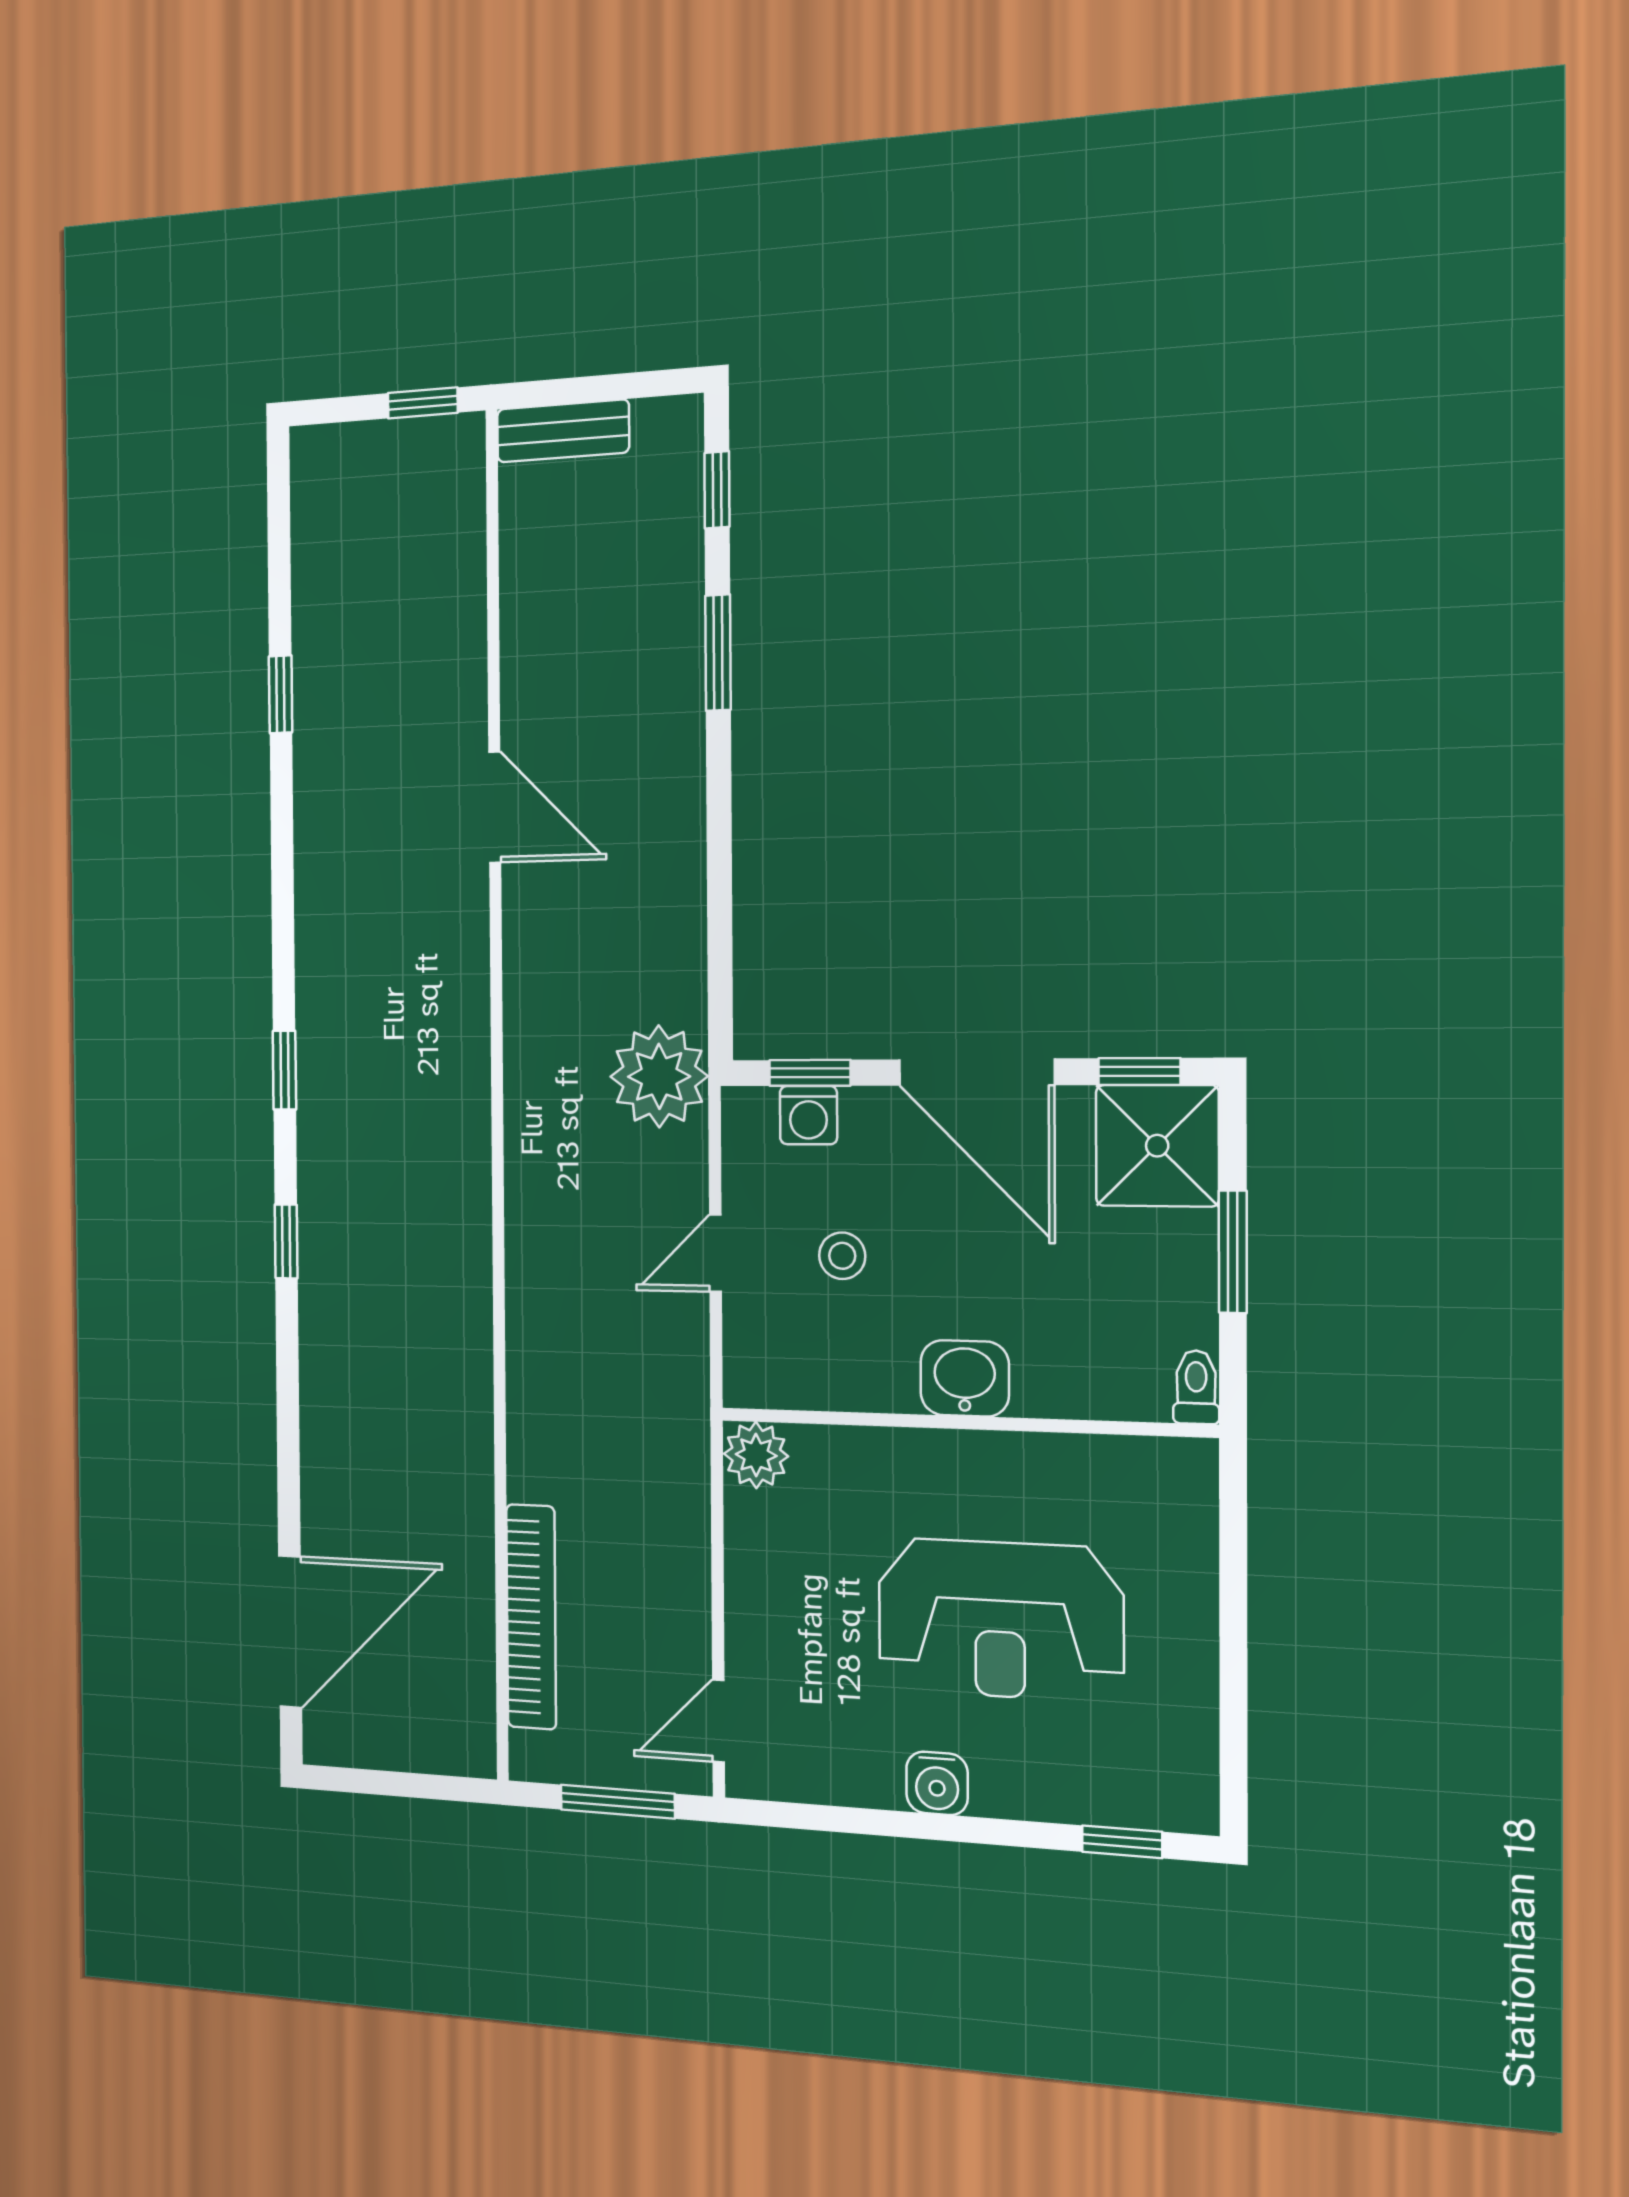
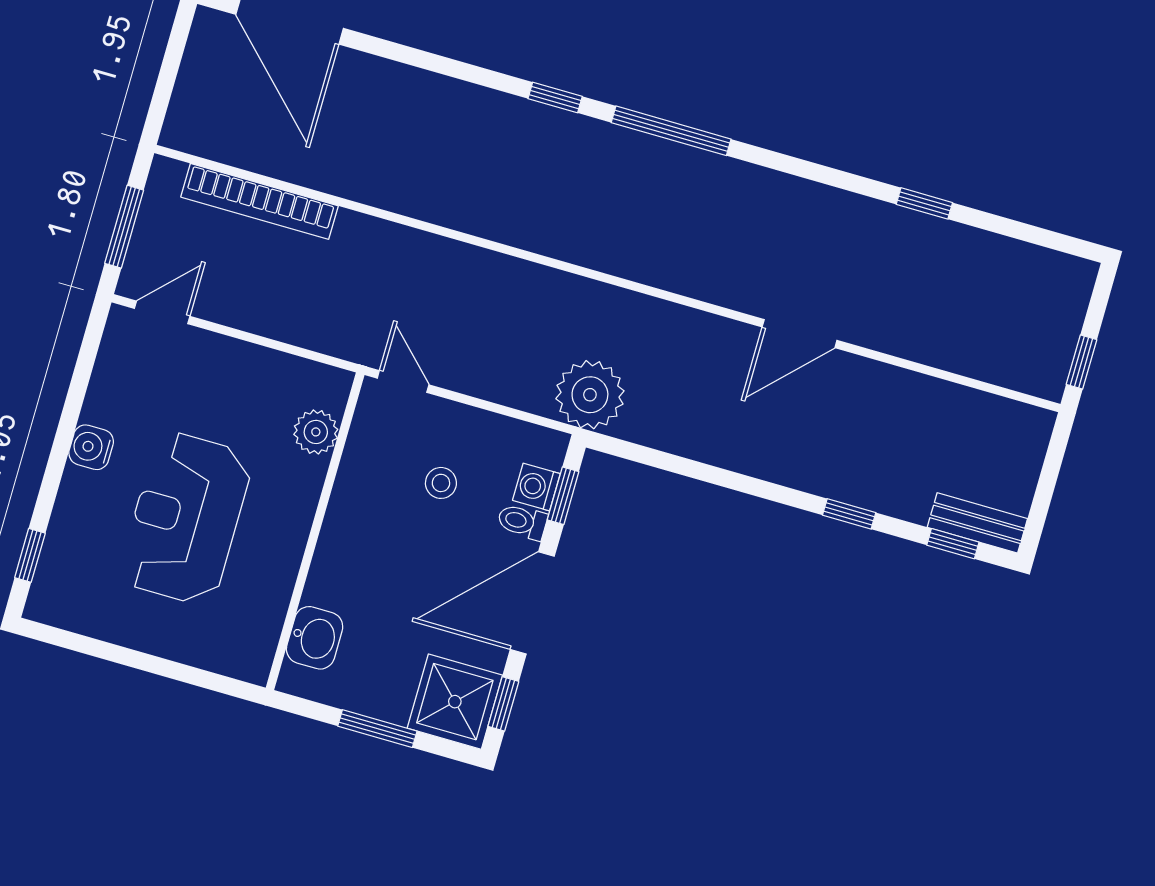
bench: (563, 431) -> (977, 523), moved, turned 90
window: (718, 653) -> (849, 514), width x0.67
window: (284, 1070) -> (671, 131), width x2.17
door: (716, 1253) -> (403, 381), moved
washbasin: (965, 1378) -> (315, 638), moved
toilet: (1196, 1387) -> (522, 522), moved, turned 180
plant: (756, 1455) -> (316, 432), moved
door: (718, 1721) -> (162, 312), hinge flipped

